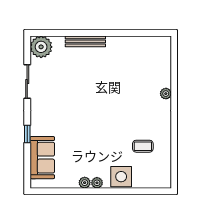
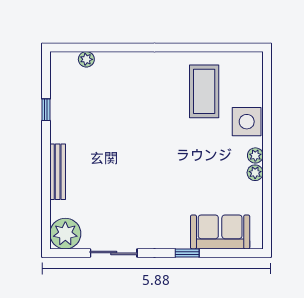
window: (130, 33) -> (46, 110), added
plant: (166, 94) -> (86, 59), moved
coffee table: (143, 146) -> (204, 91), width x1.86, depth x1.72

